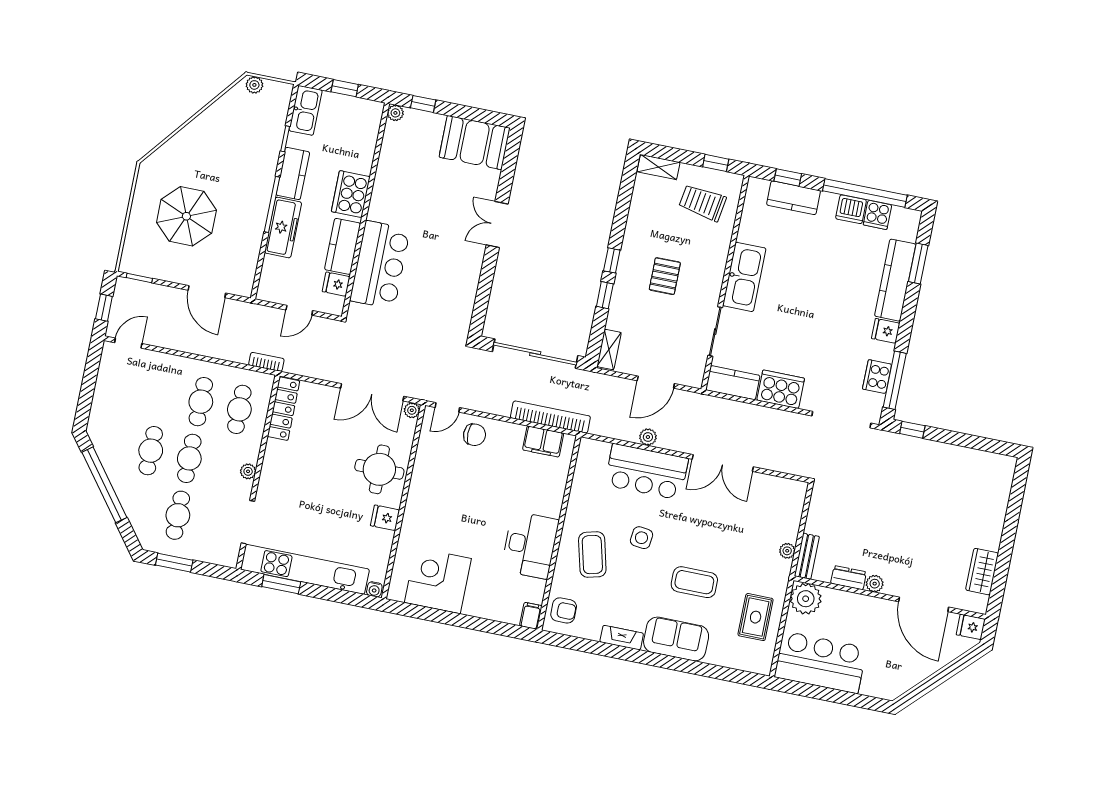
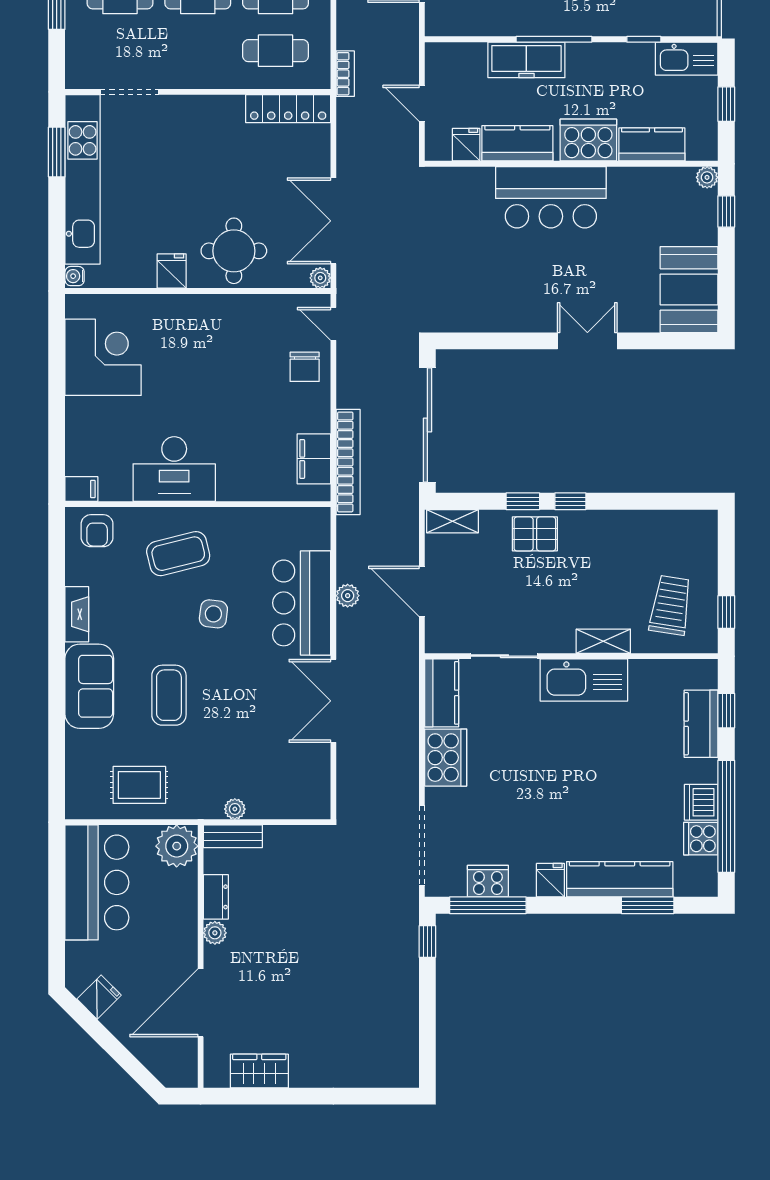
shelving: (659, 167) -> (603, 641), moved, turned 90
kitchen counter: (293, 173) -> (652, 144), moved, turned 180
bar counter: (380, 265) -> (551, 197), moved
pallet: (665, 276) -> (535, 534), moved
plant: (248, 471) -> (196, 79), removed
fridge: (971, 627) -> (99, 997), moved, turned 45

